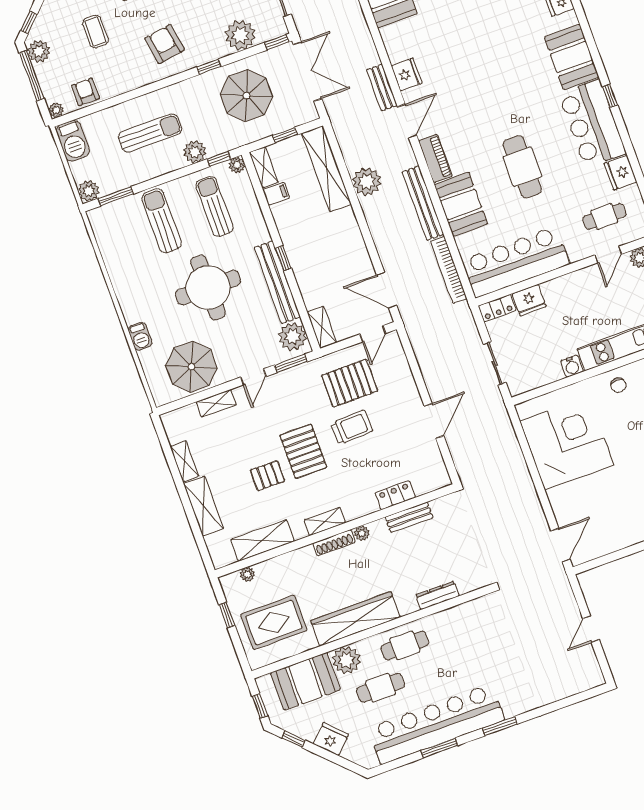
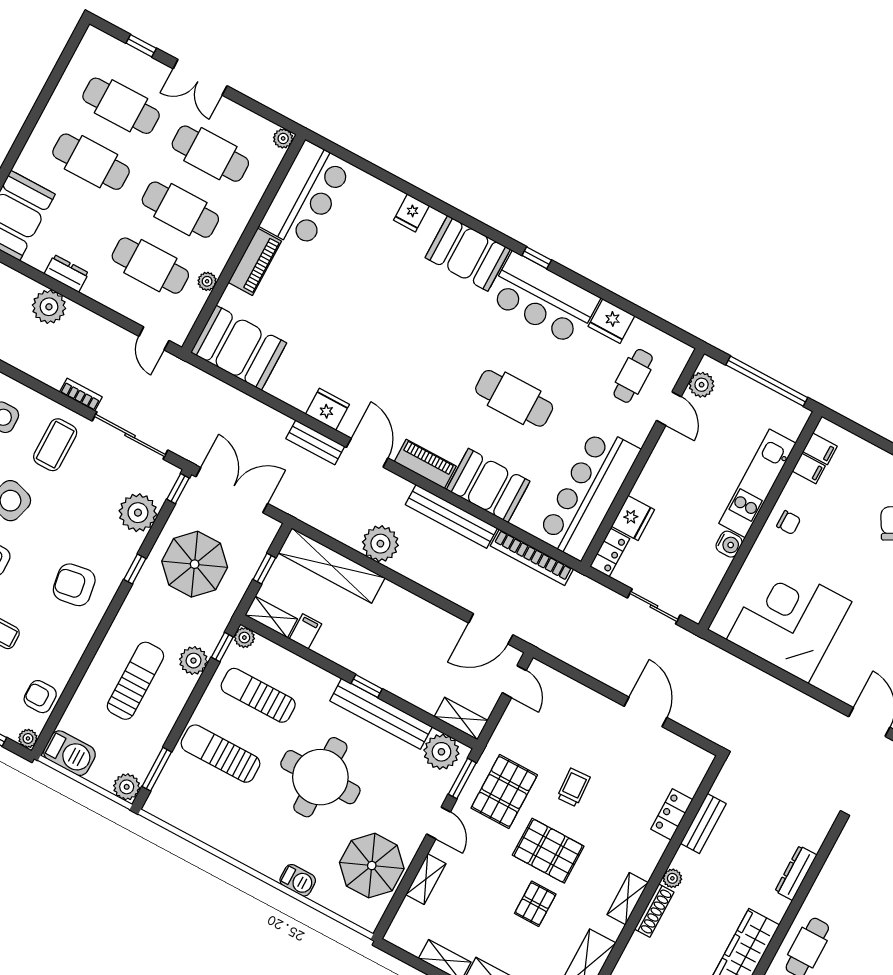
pallet: (350, 383) -> (504, 792), moved
trolley: (352, 427) -> (574, 787), width x0.73, depth x0.72

